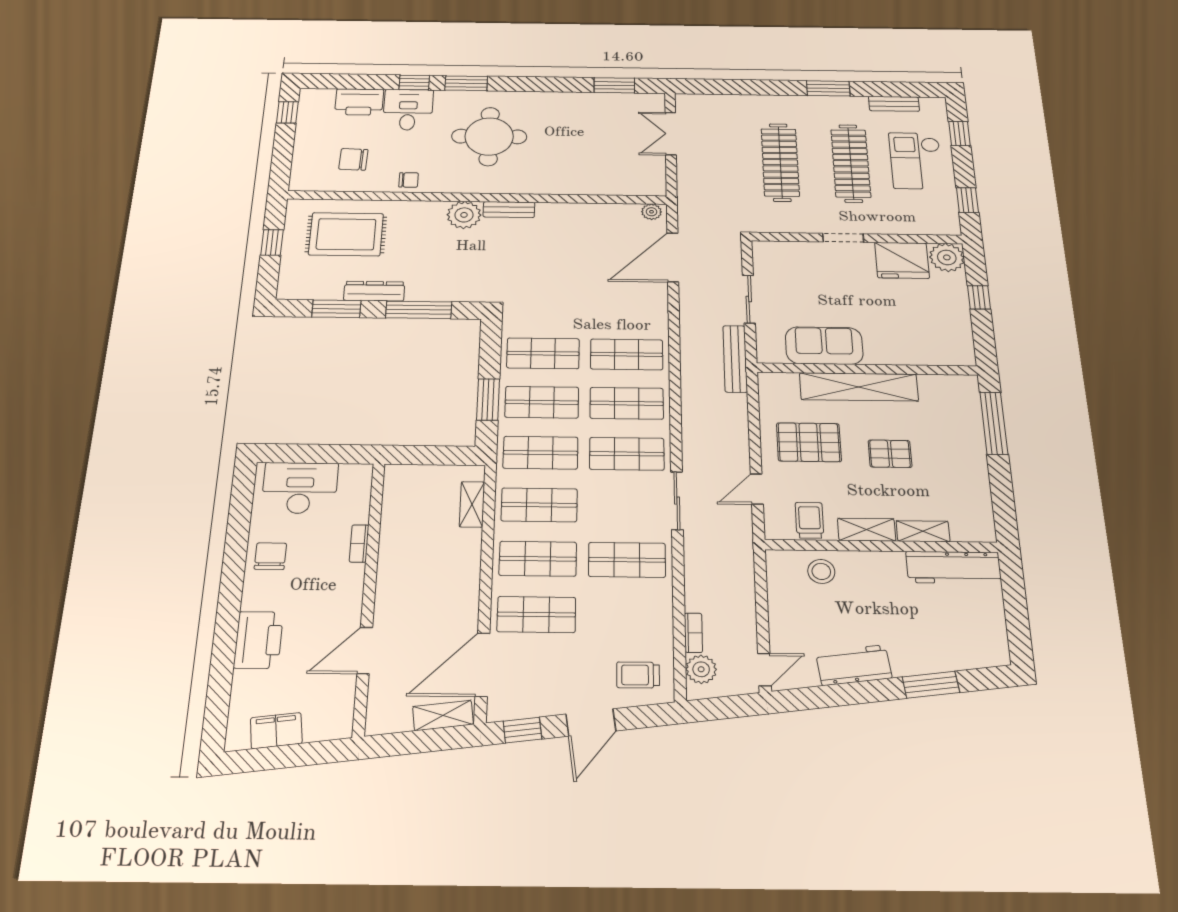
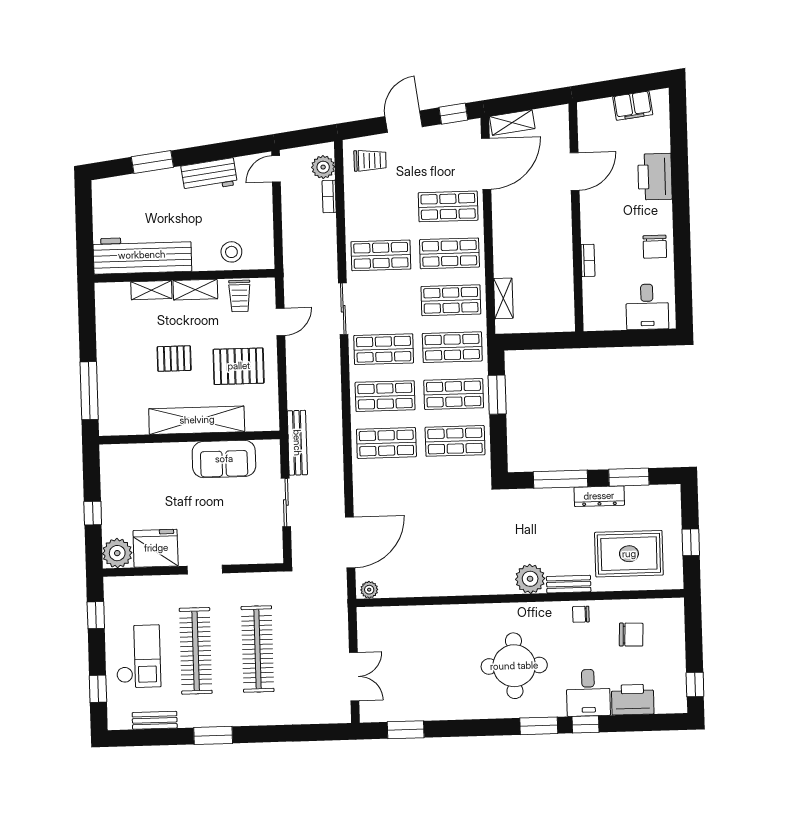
bench: (509, 210) -> (569, 584), moved
desk: (300, 488) -> (647, 307), width x0.73
workbench: (954, 567) -> (142, 255), width x1.36, depth x1.32

